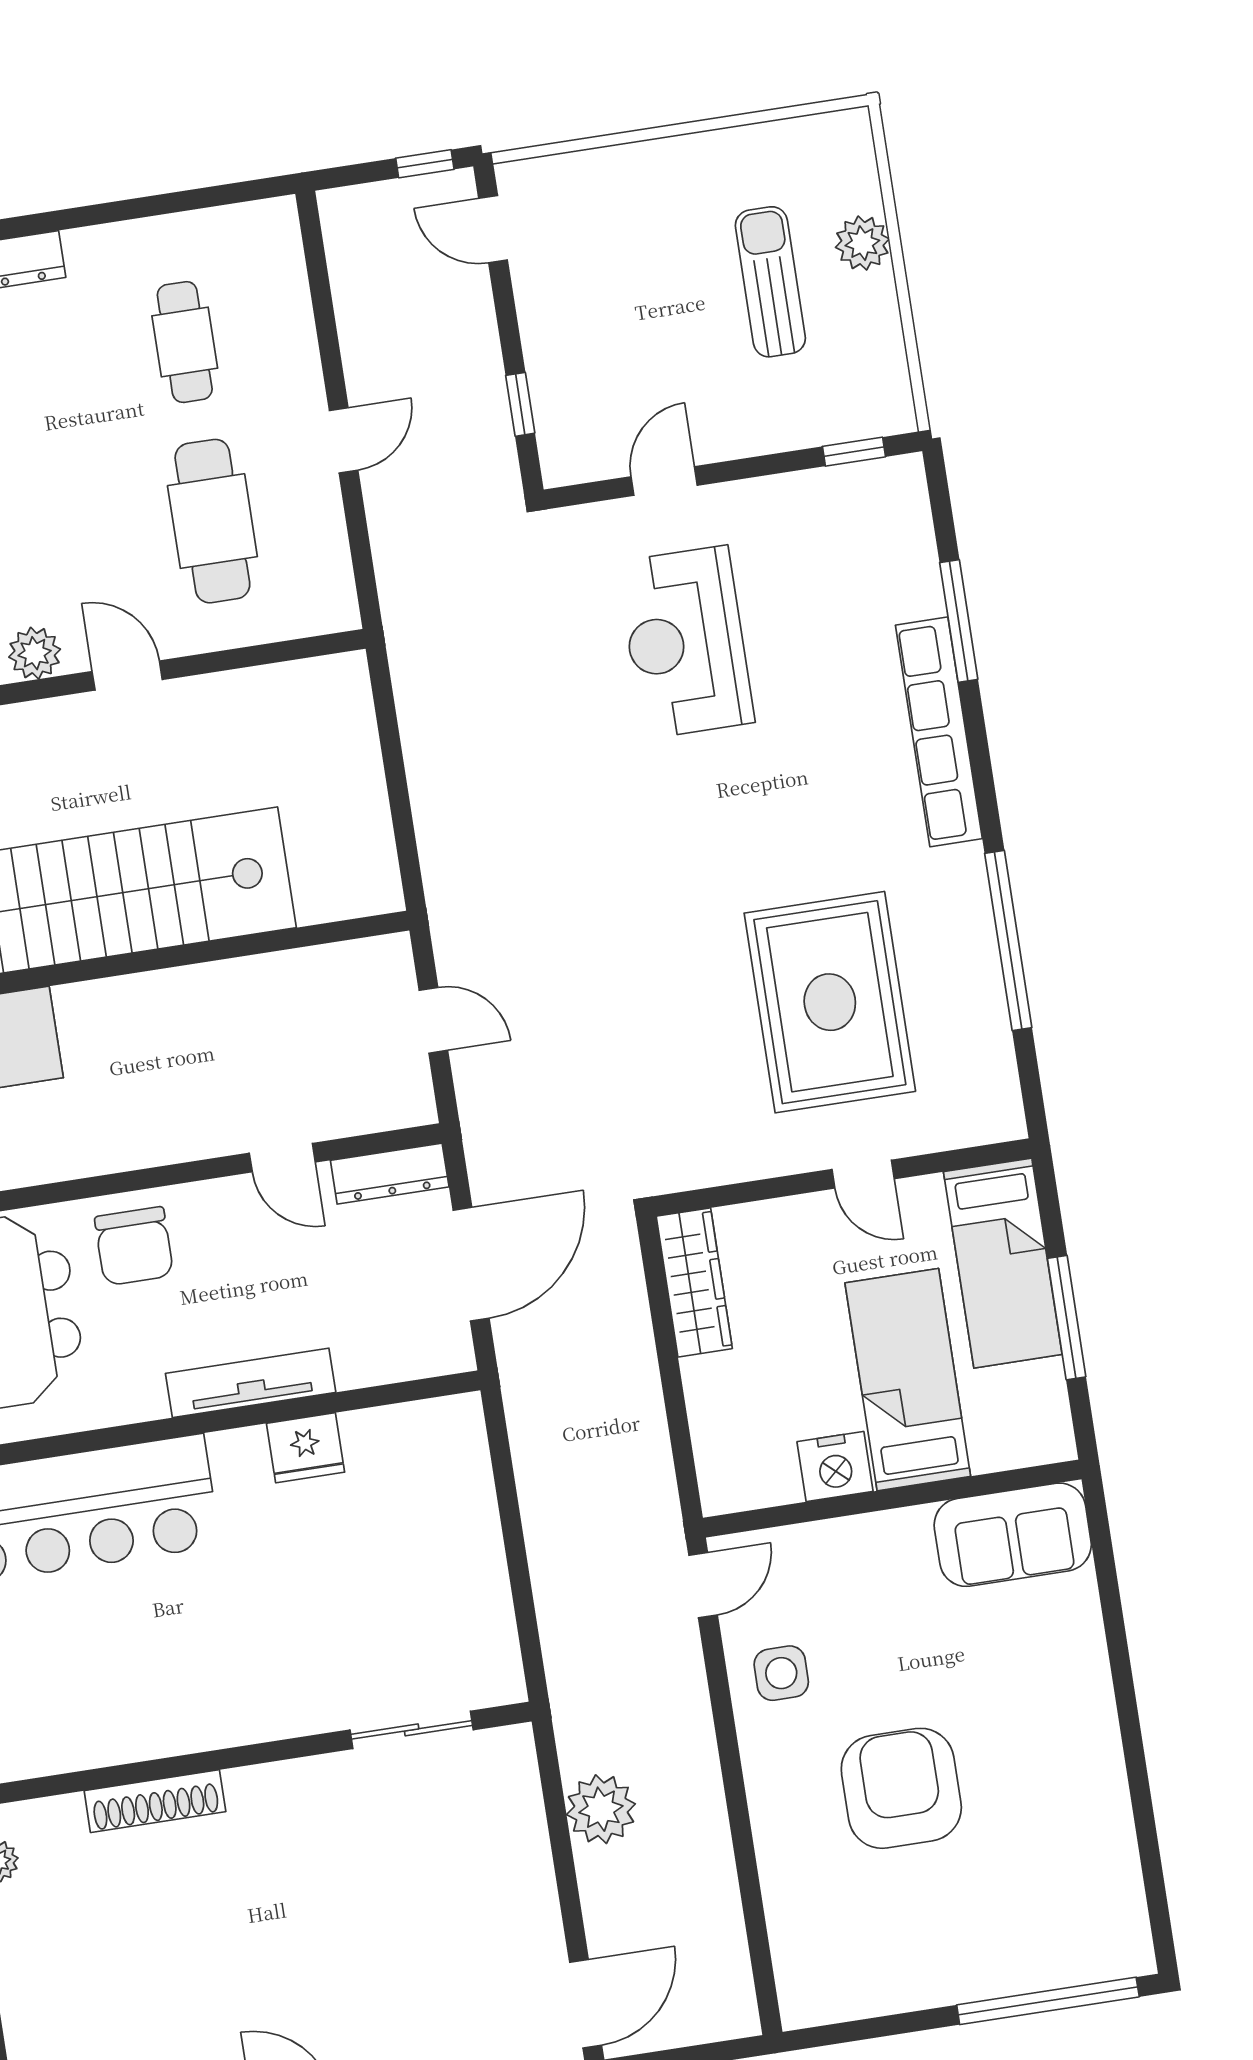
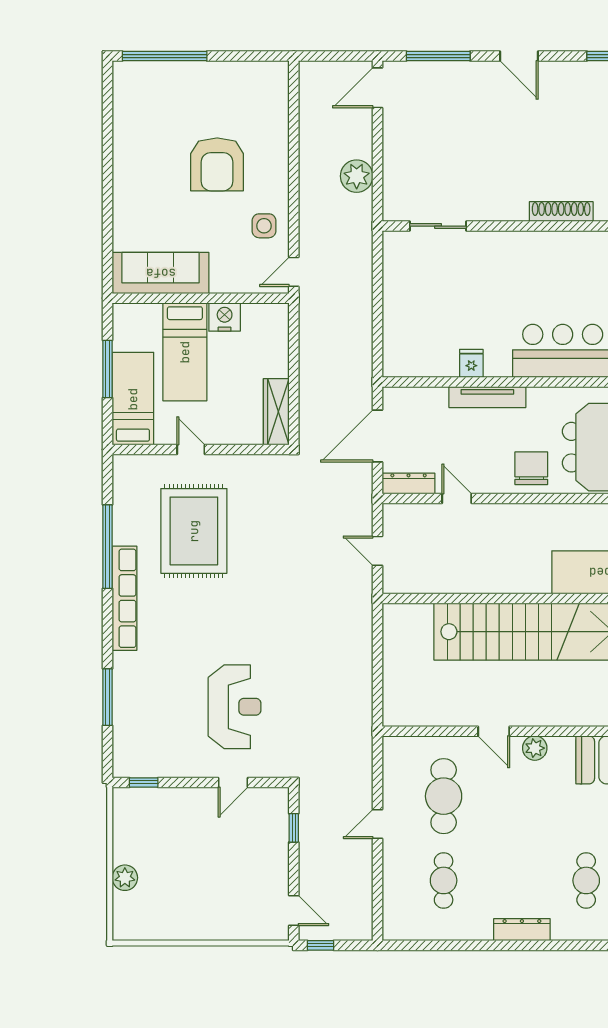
sun lounger: (770, 282) -> (170, 866), removed
row of seats: (939, 732) -> (124, 598), moved
fridge: (305, 1448) -> (471, 363), width x0.72
sofa: (1013, 1535) -> (161, 273), width x1.36

